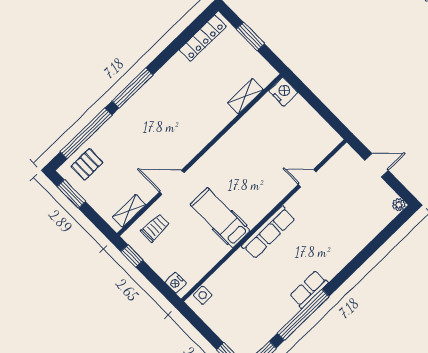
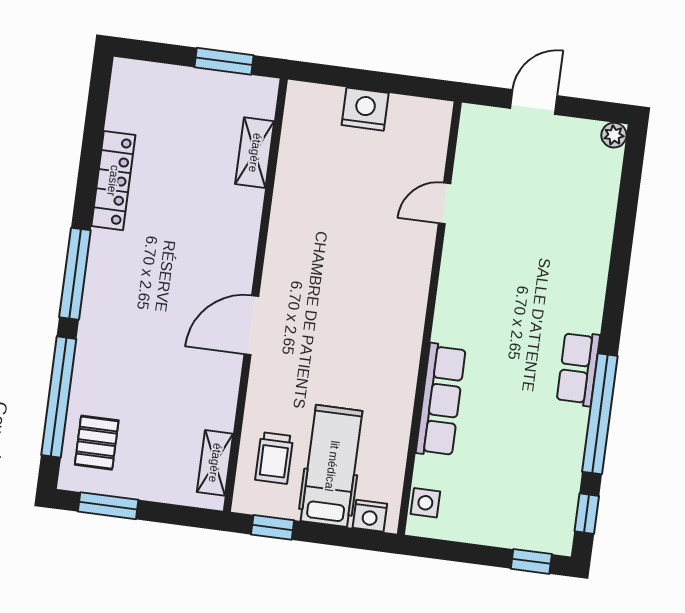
window: (250, 36) -> (224, 61), moved
locker: (203, 38) -> (113, 181), moved
nightstand: (283, 92) -> (365, 109), moved
door: (172, 182) -> (251, 325), moved
hospital bed: (220, 218) -> (332, 466), moved, turned 90
trolley: (155, 228) -> (274, 458), turned 180
row of seats: (268, 232) -> (441, 400), moved

